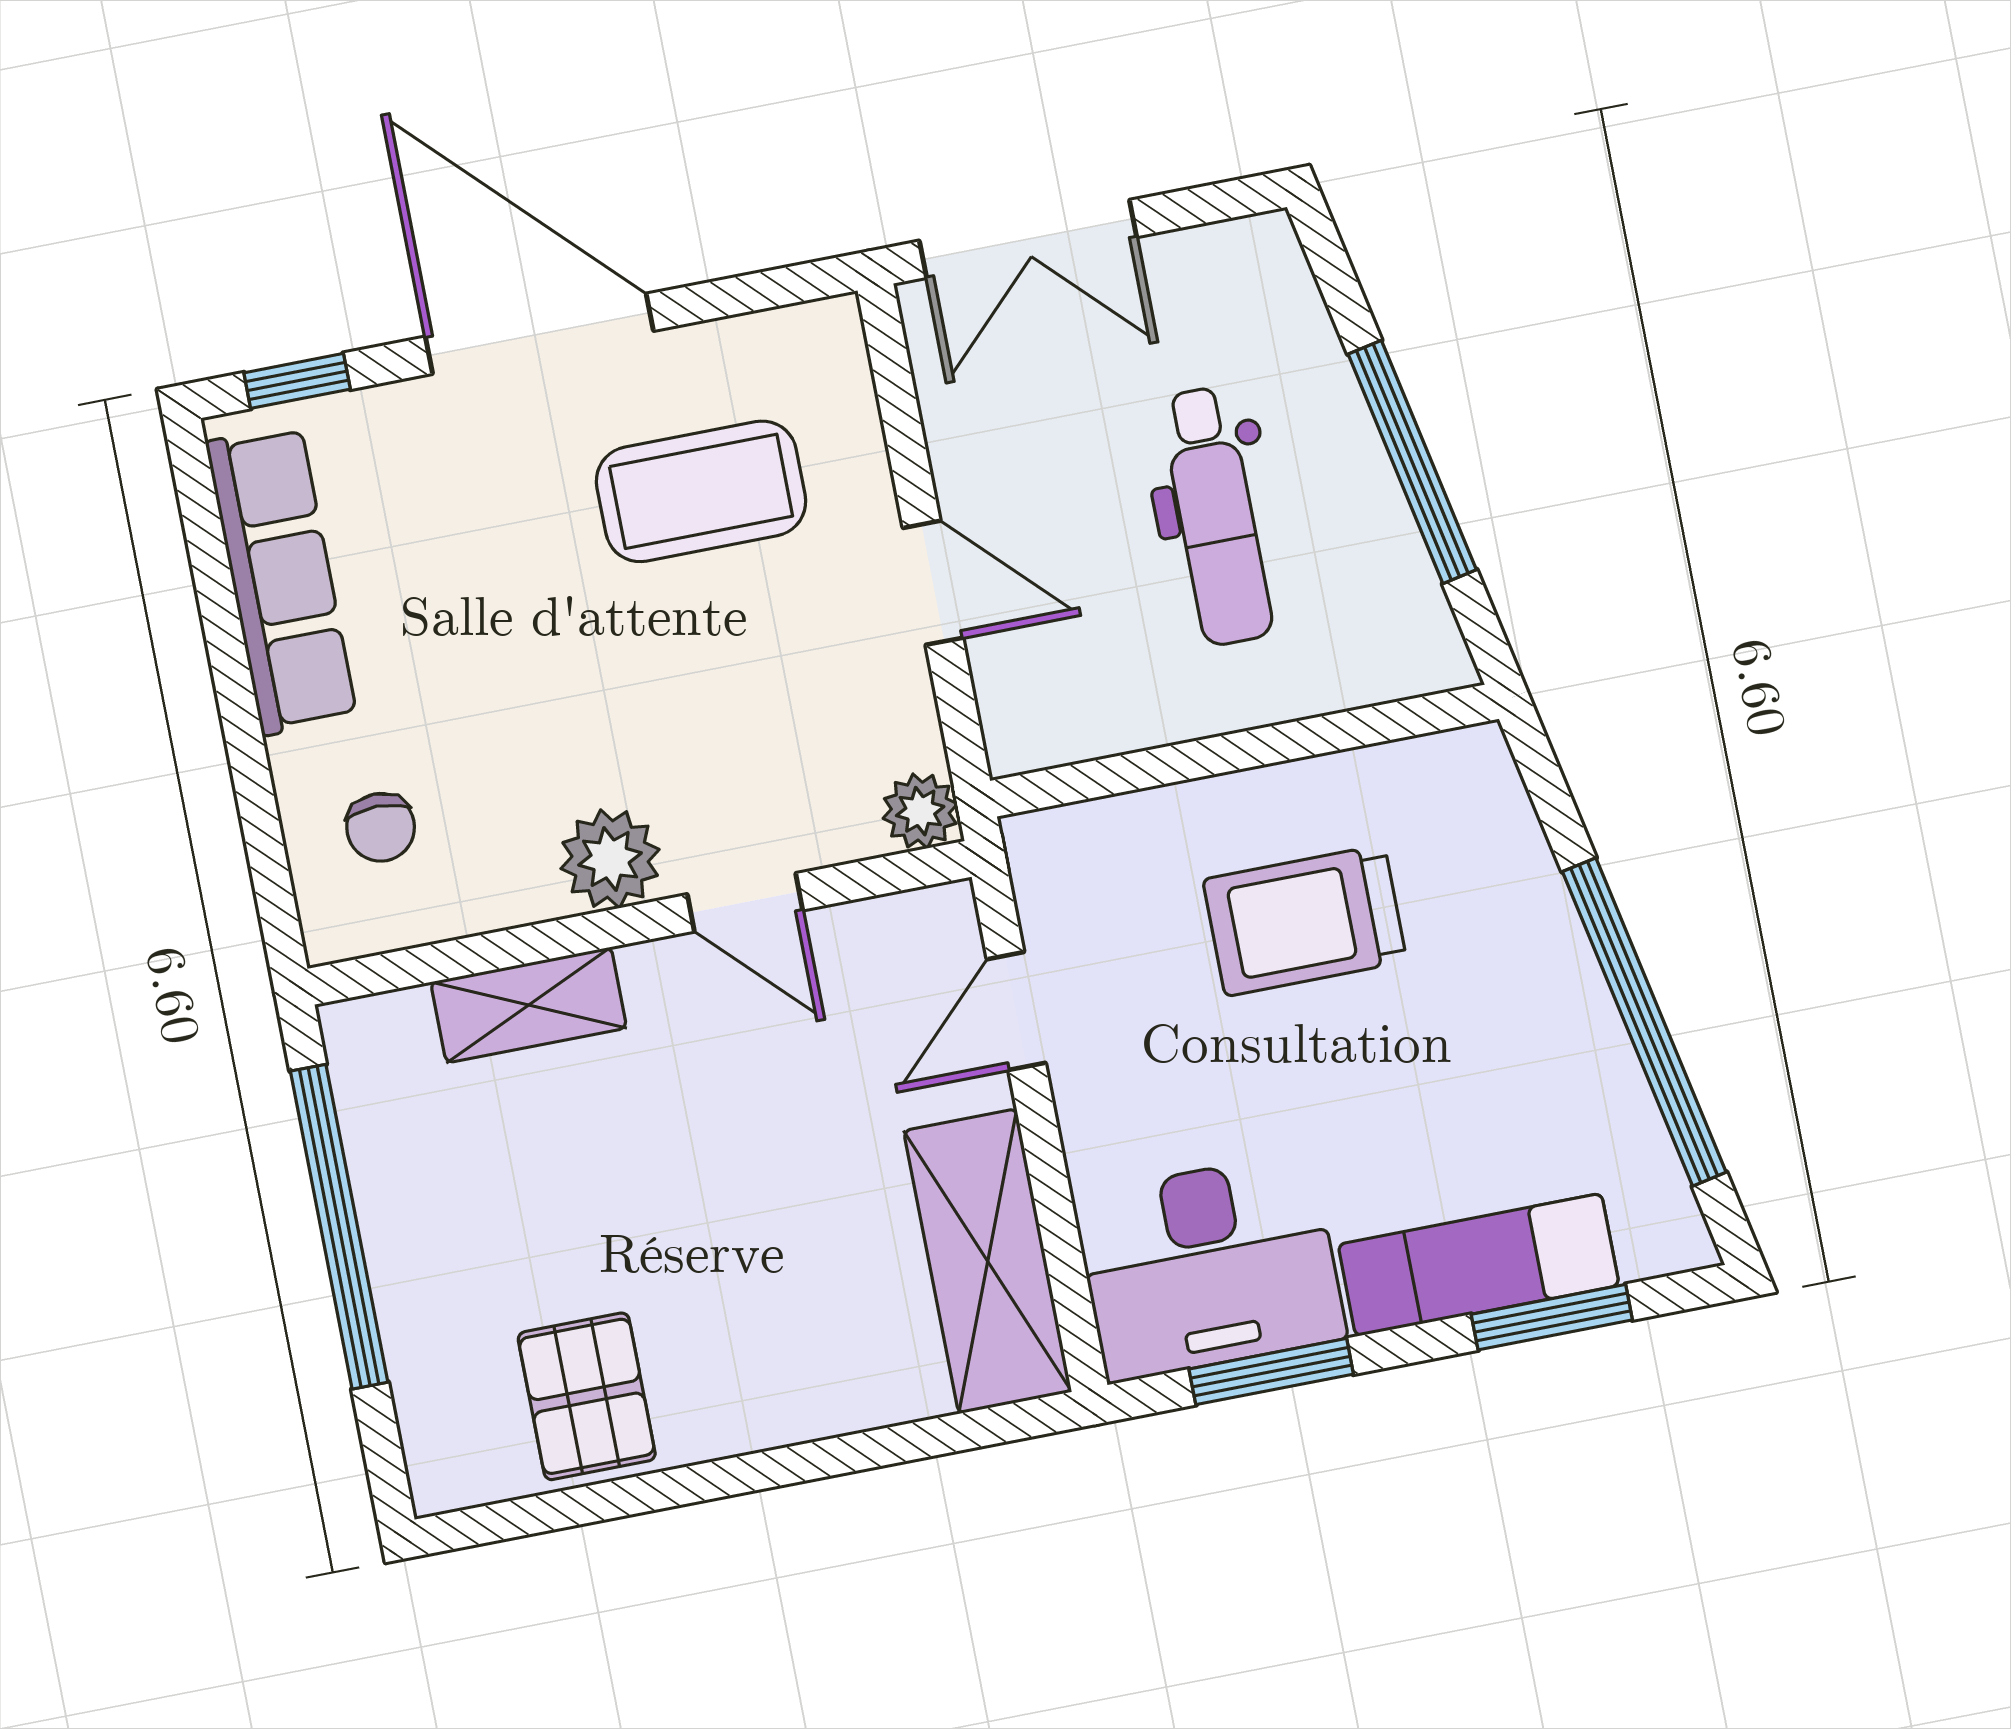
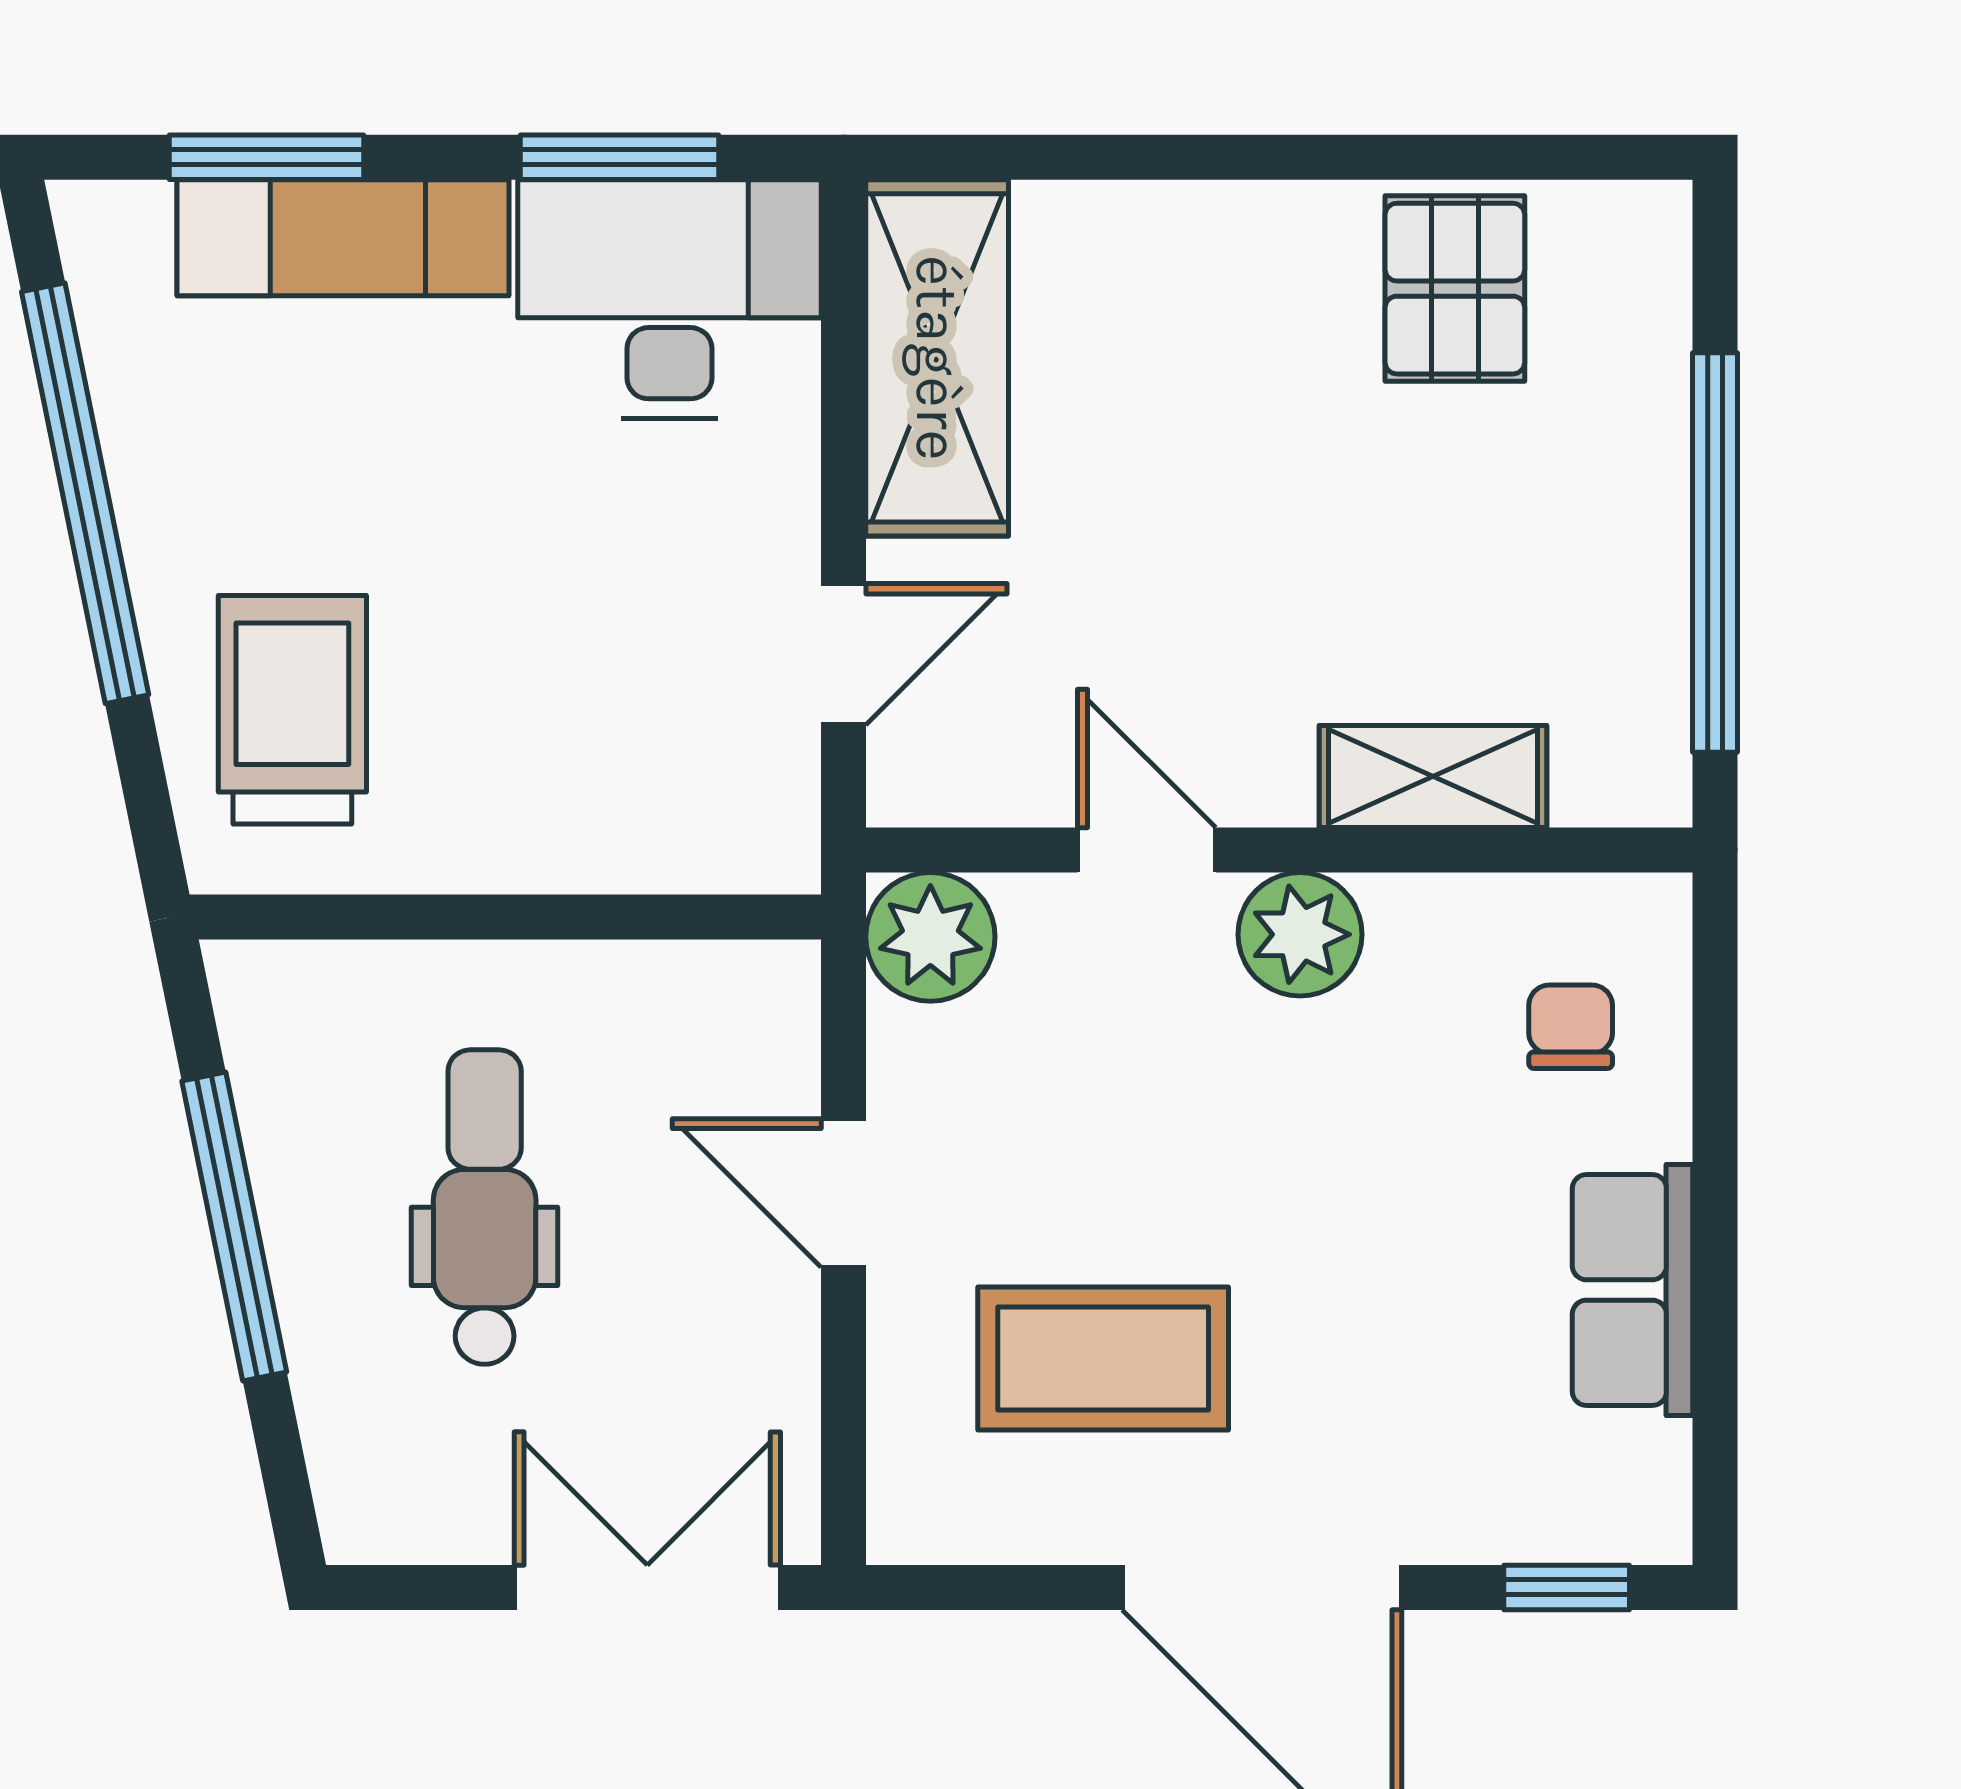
row of seats: (281, 580) -> (1633, 1290), width x0.68
plant: (920, 811) -> (930, 937), width x1.38, depth x1.38
trolley: (1305, 920) -> (292, 710), moved, turned -90

